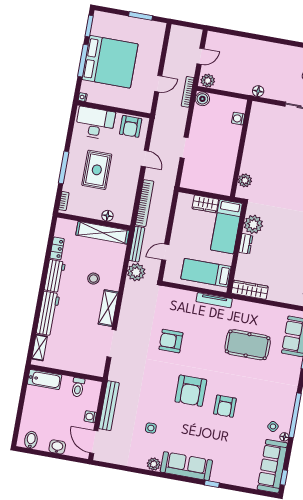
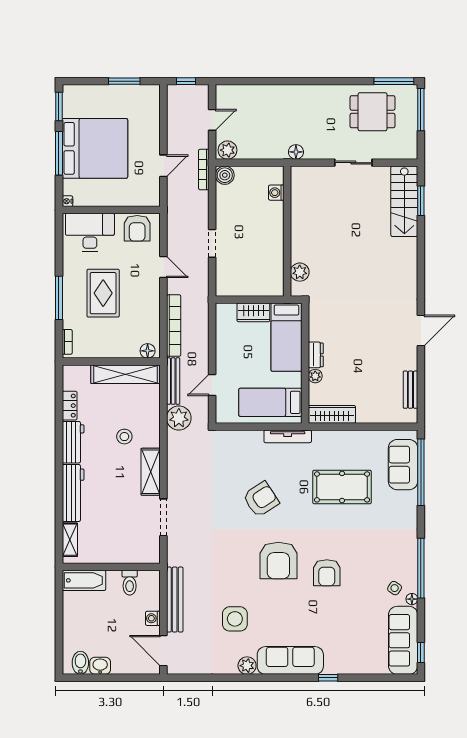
window: (186, 24) -> (186, 81), added
floor lamp: (107, 216) -> (148, 351), moved
plant: (253, 224) -> (315, 376), moved, width x0.53, depth x0.53
armchair: (171, 341) -> (261, 499), moved, turned 147
side table: (151, 428) -> (235, 619), width x1.87, depth x1.87
washbasin: (57, 447) -> (100, 666), moved

